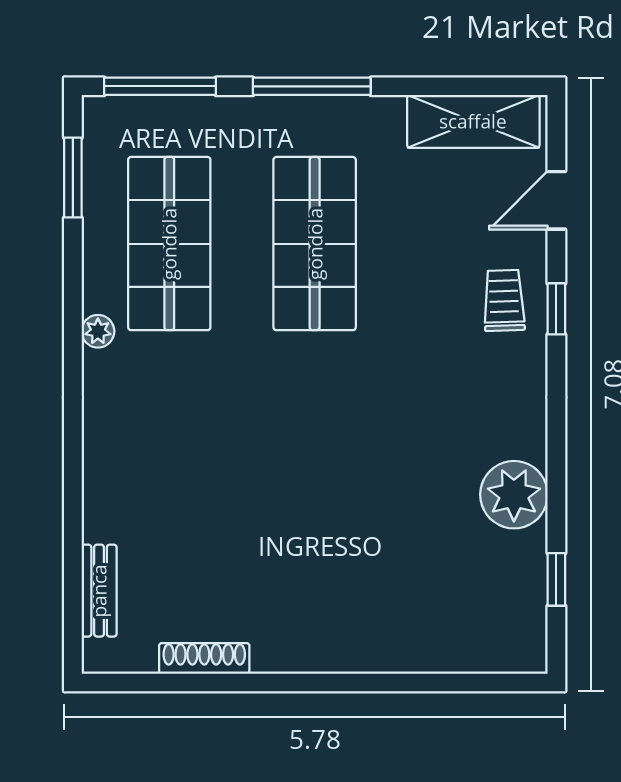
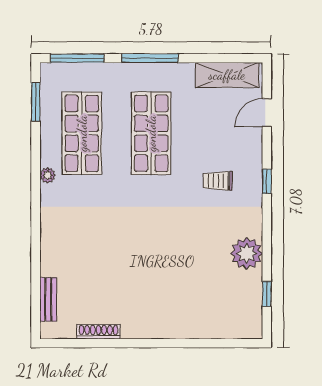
trolley: (504, 300) -> (218, 181), moved, turned -88
window: (556, 309) -> (267, 181), moved

